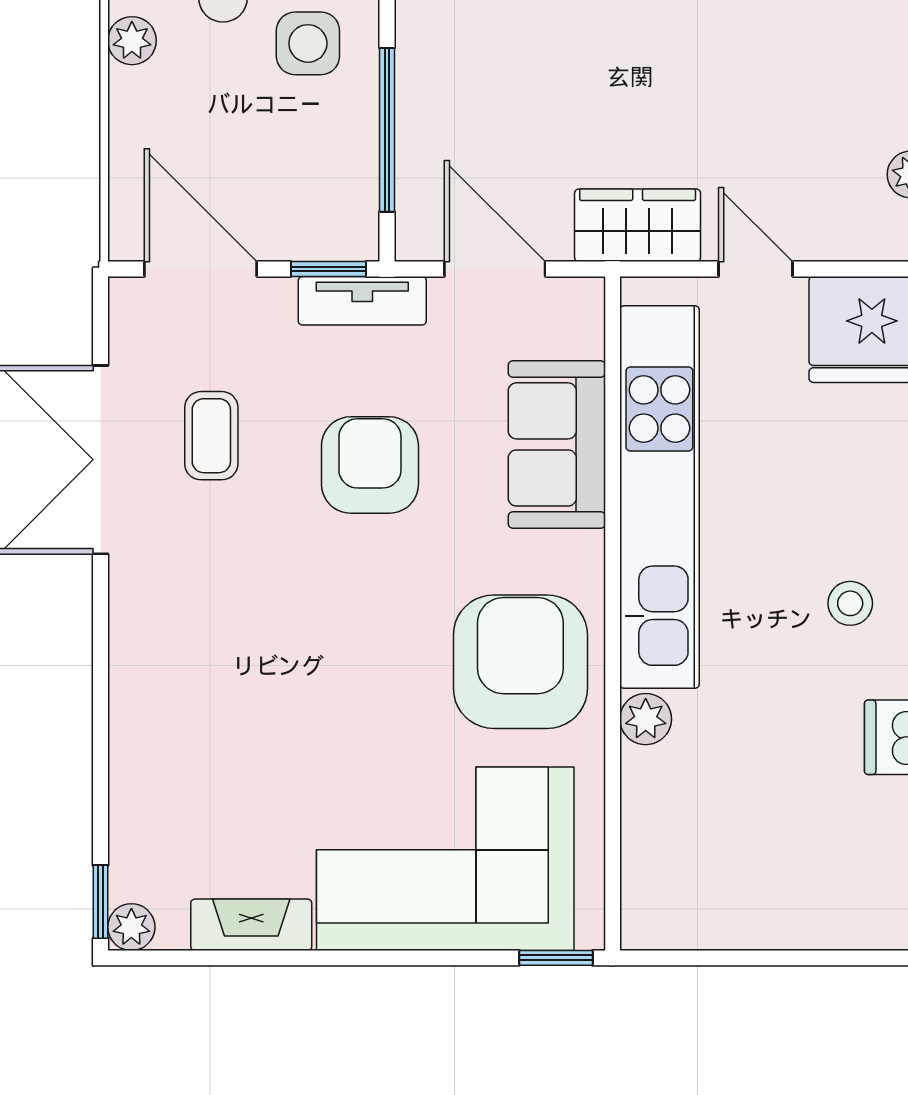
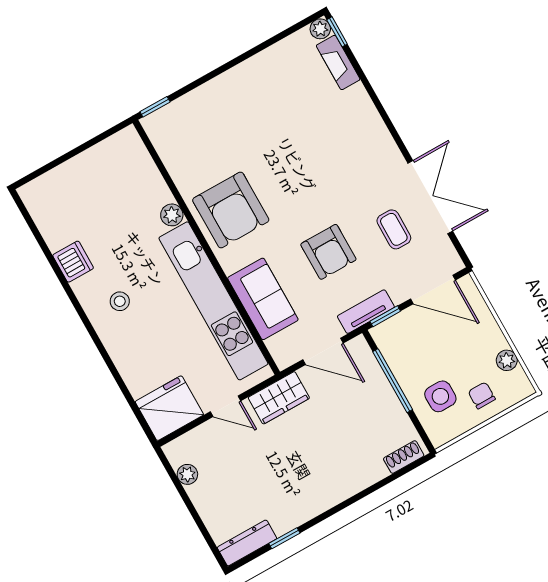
corner sofa: (445, 859) -> (217, 120), removed
fireplace: (251, 925) -> (338, 63), moved, turned 90

